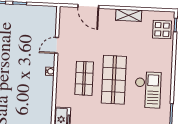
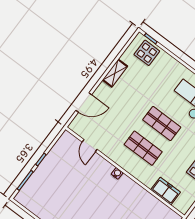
door: (57, 45) -> (90, 146), moved
shop shelf: (114, 80) -> (162, 123), width x0.70, depth x0.74

